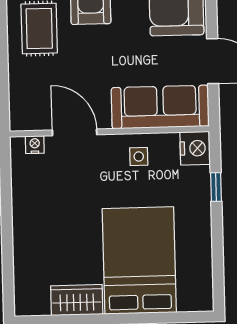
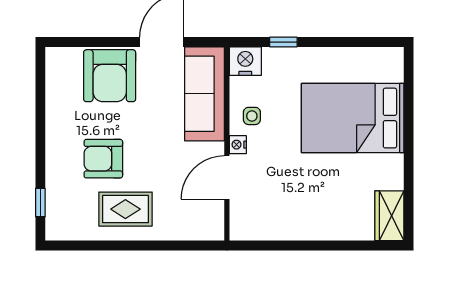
nightstand: (35, 145) -> (238, 145), moved
wardrobe: (77, 300) -> (389, 216), moved

